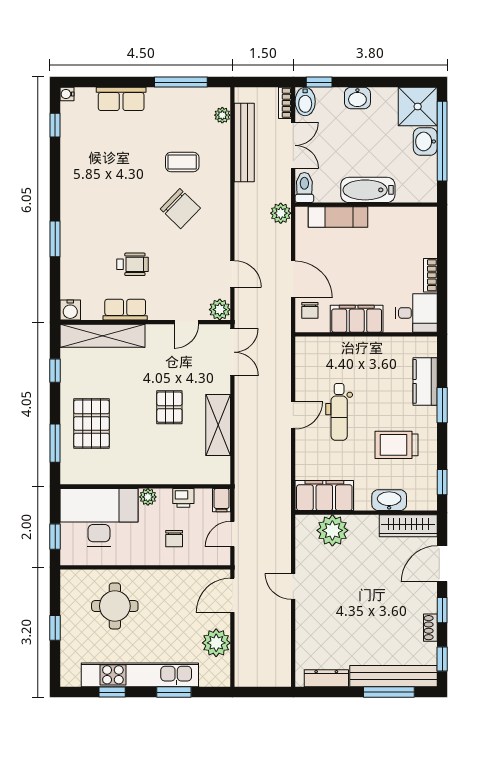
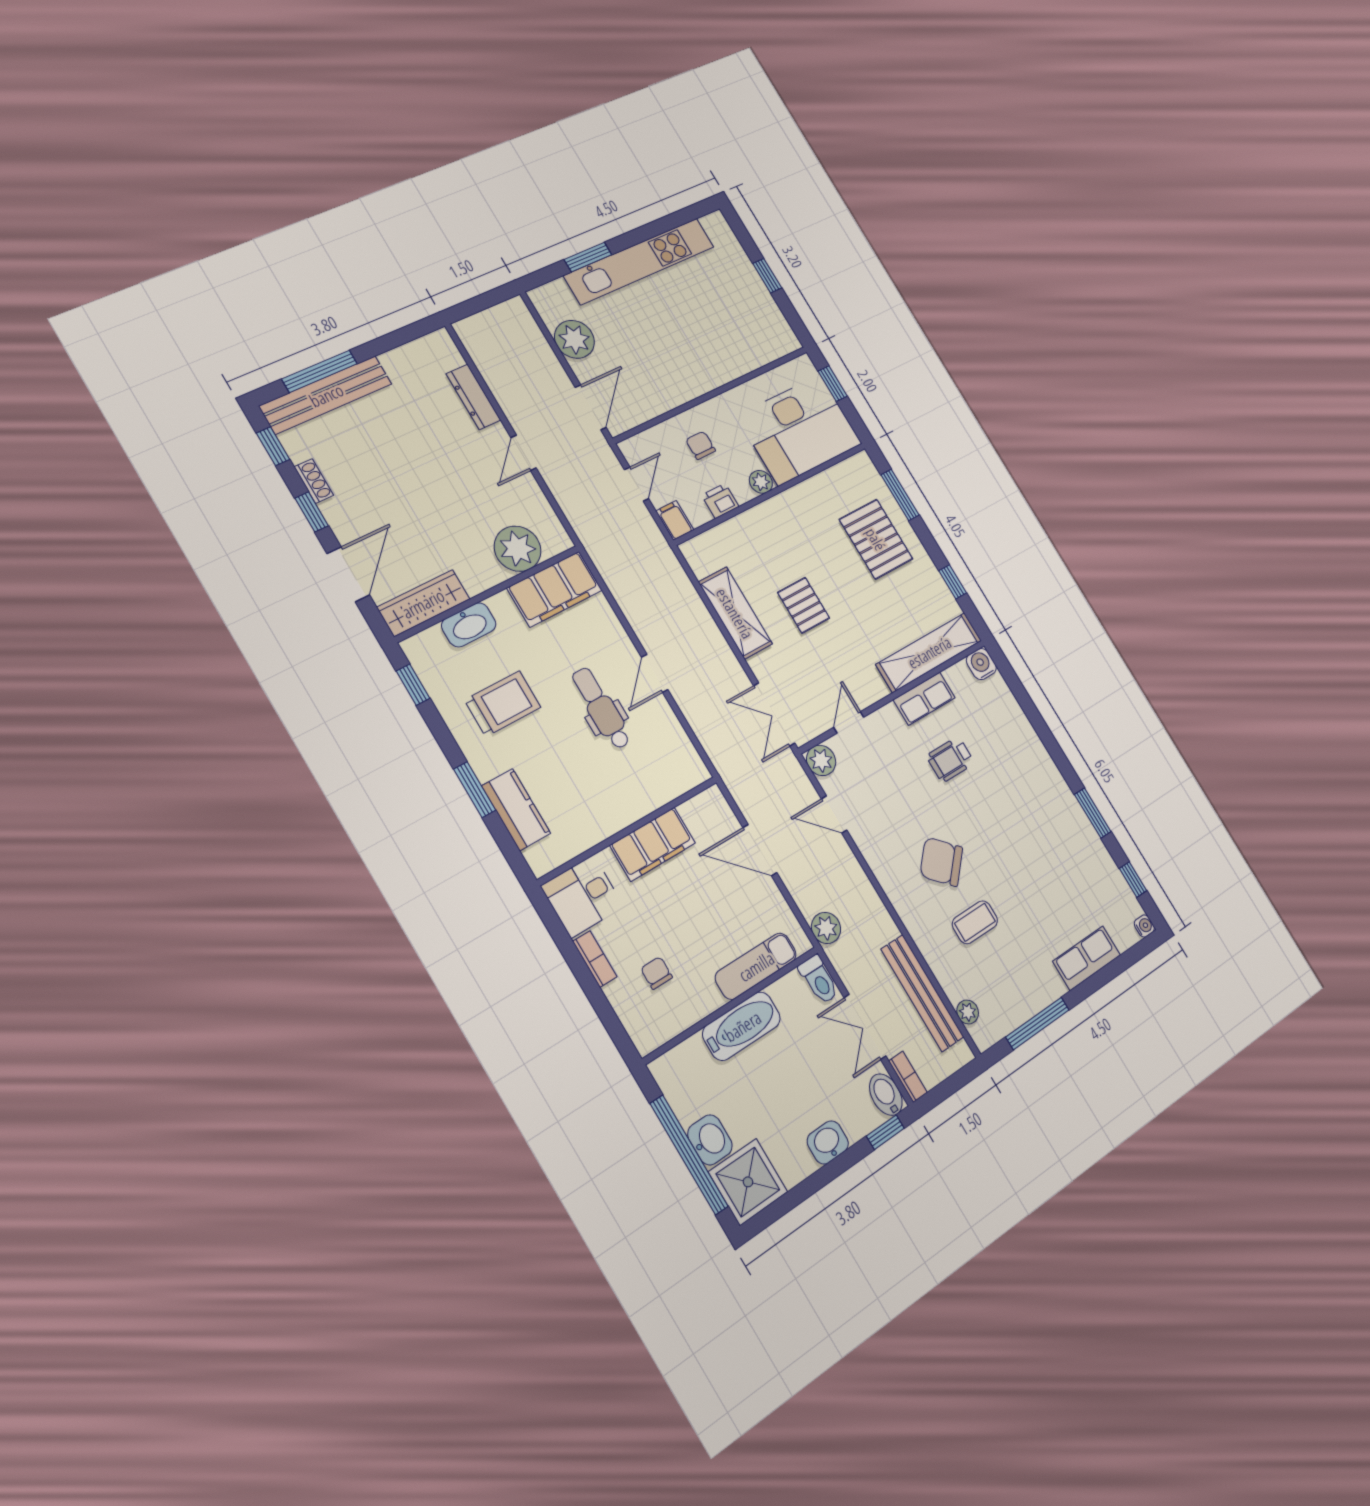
window: (55, 239) -> (1093, 813), moved
chair: (310, 310) -> (657, 973), moved
door: (293, 586) -> (524, 453), swing flipped
round table: (115, 606) -> (718, 331), removed
dresser: (326, 678) -> (473, 397), moved, turned 90
window: (112, 692) -> (659, 227), removed

